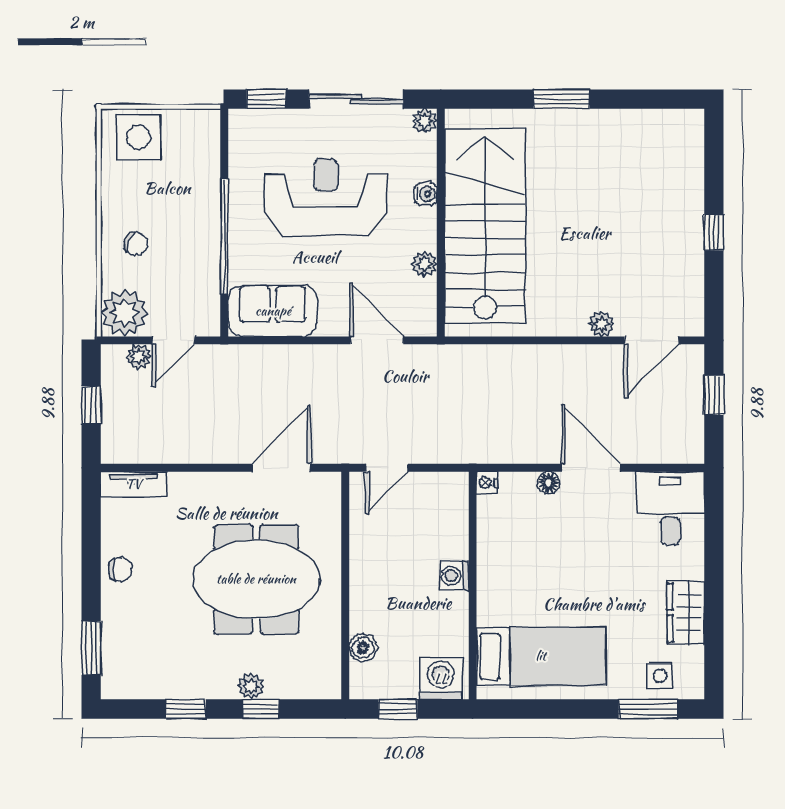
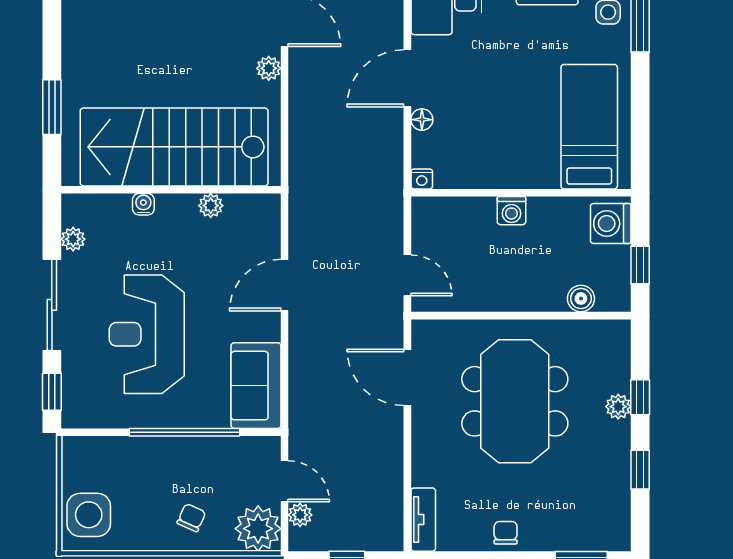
water cooler: (426, 194) -> (143, 204), moved
wall: (441, 223) -> (171, 190), moved
stairs: (485, 226) -> (174, 147), moved
plant: (424, 264) -> (211, 206), moved

